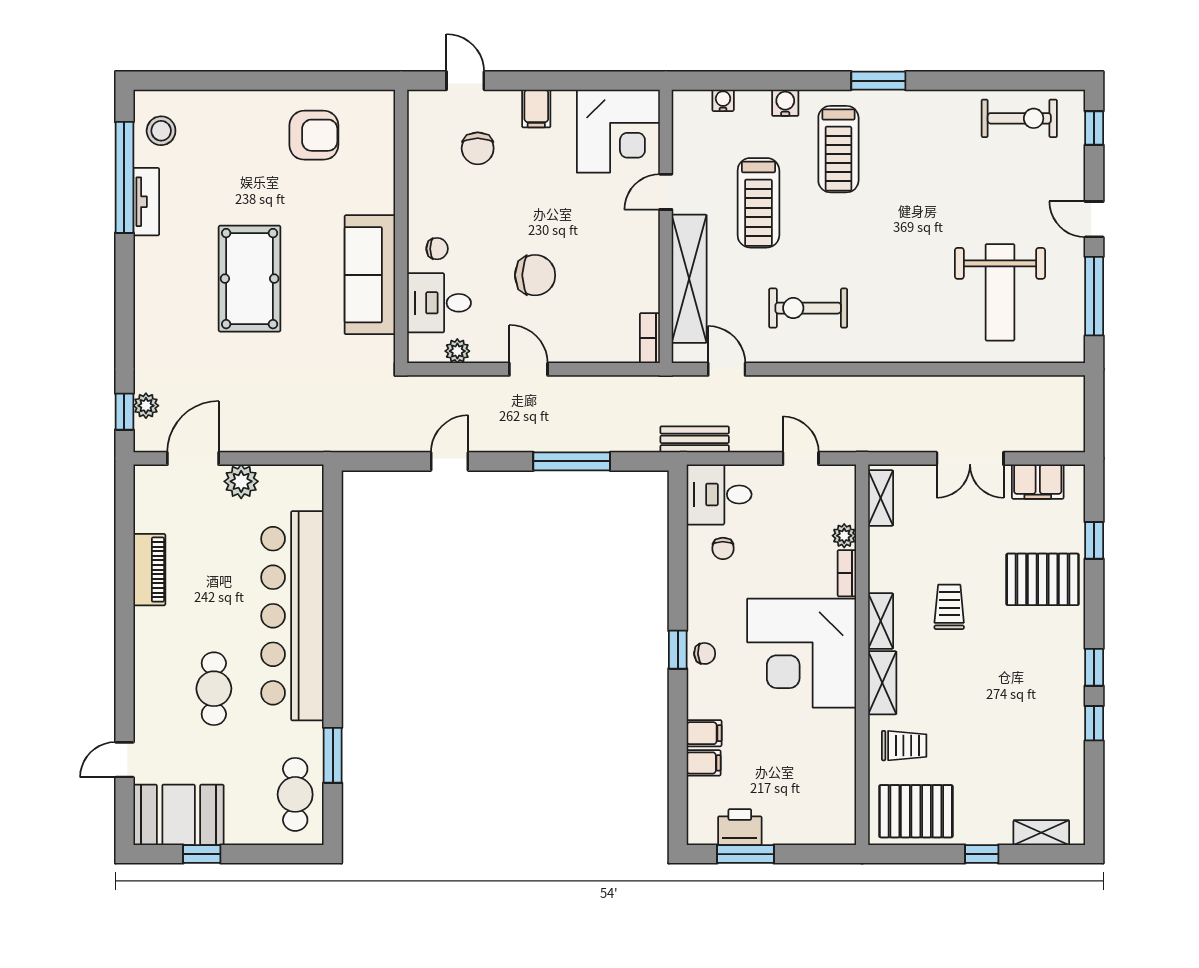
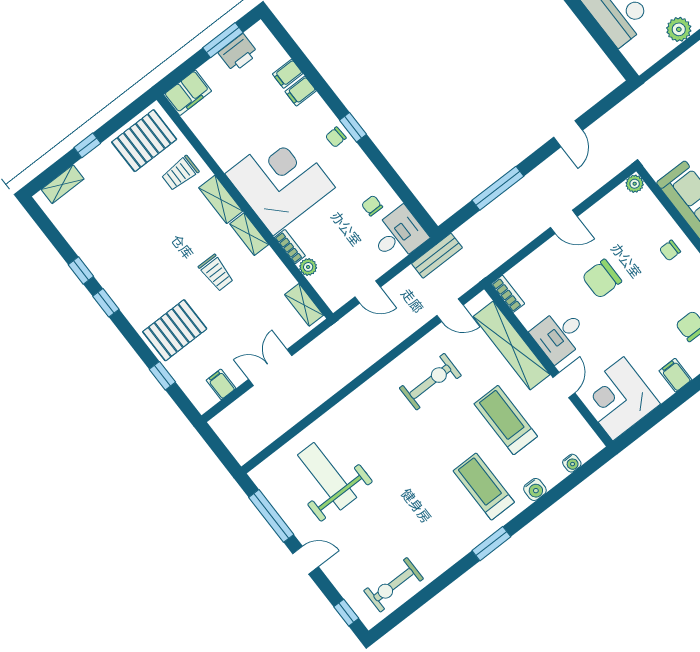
desk: (439, 303) -> (560, 335), moved, turned 180
plant: (457, 351) -> (635, 184), moved
filing cabinet: (1038, 482) -> (221, 384), width x0.50
filing cabinet: (828, 827) -> (188, 93), added

